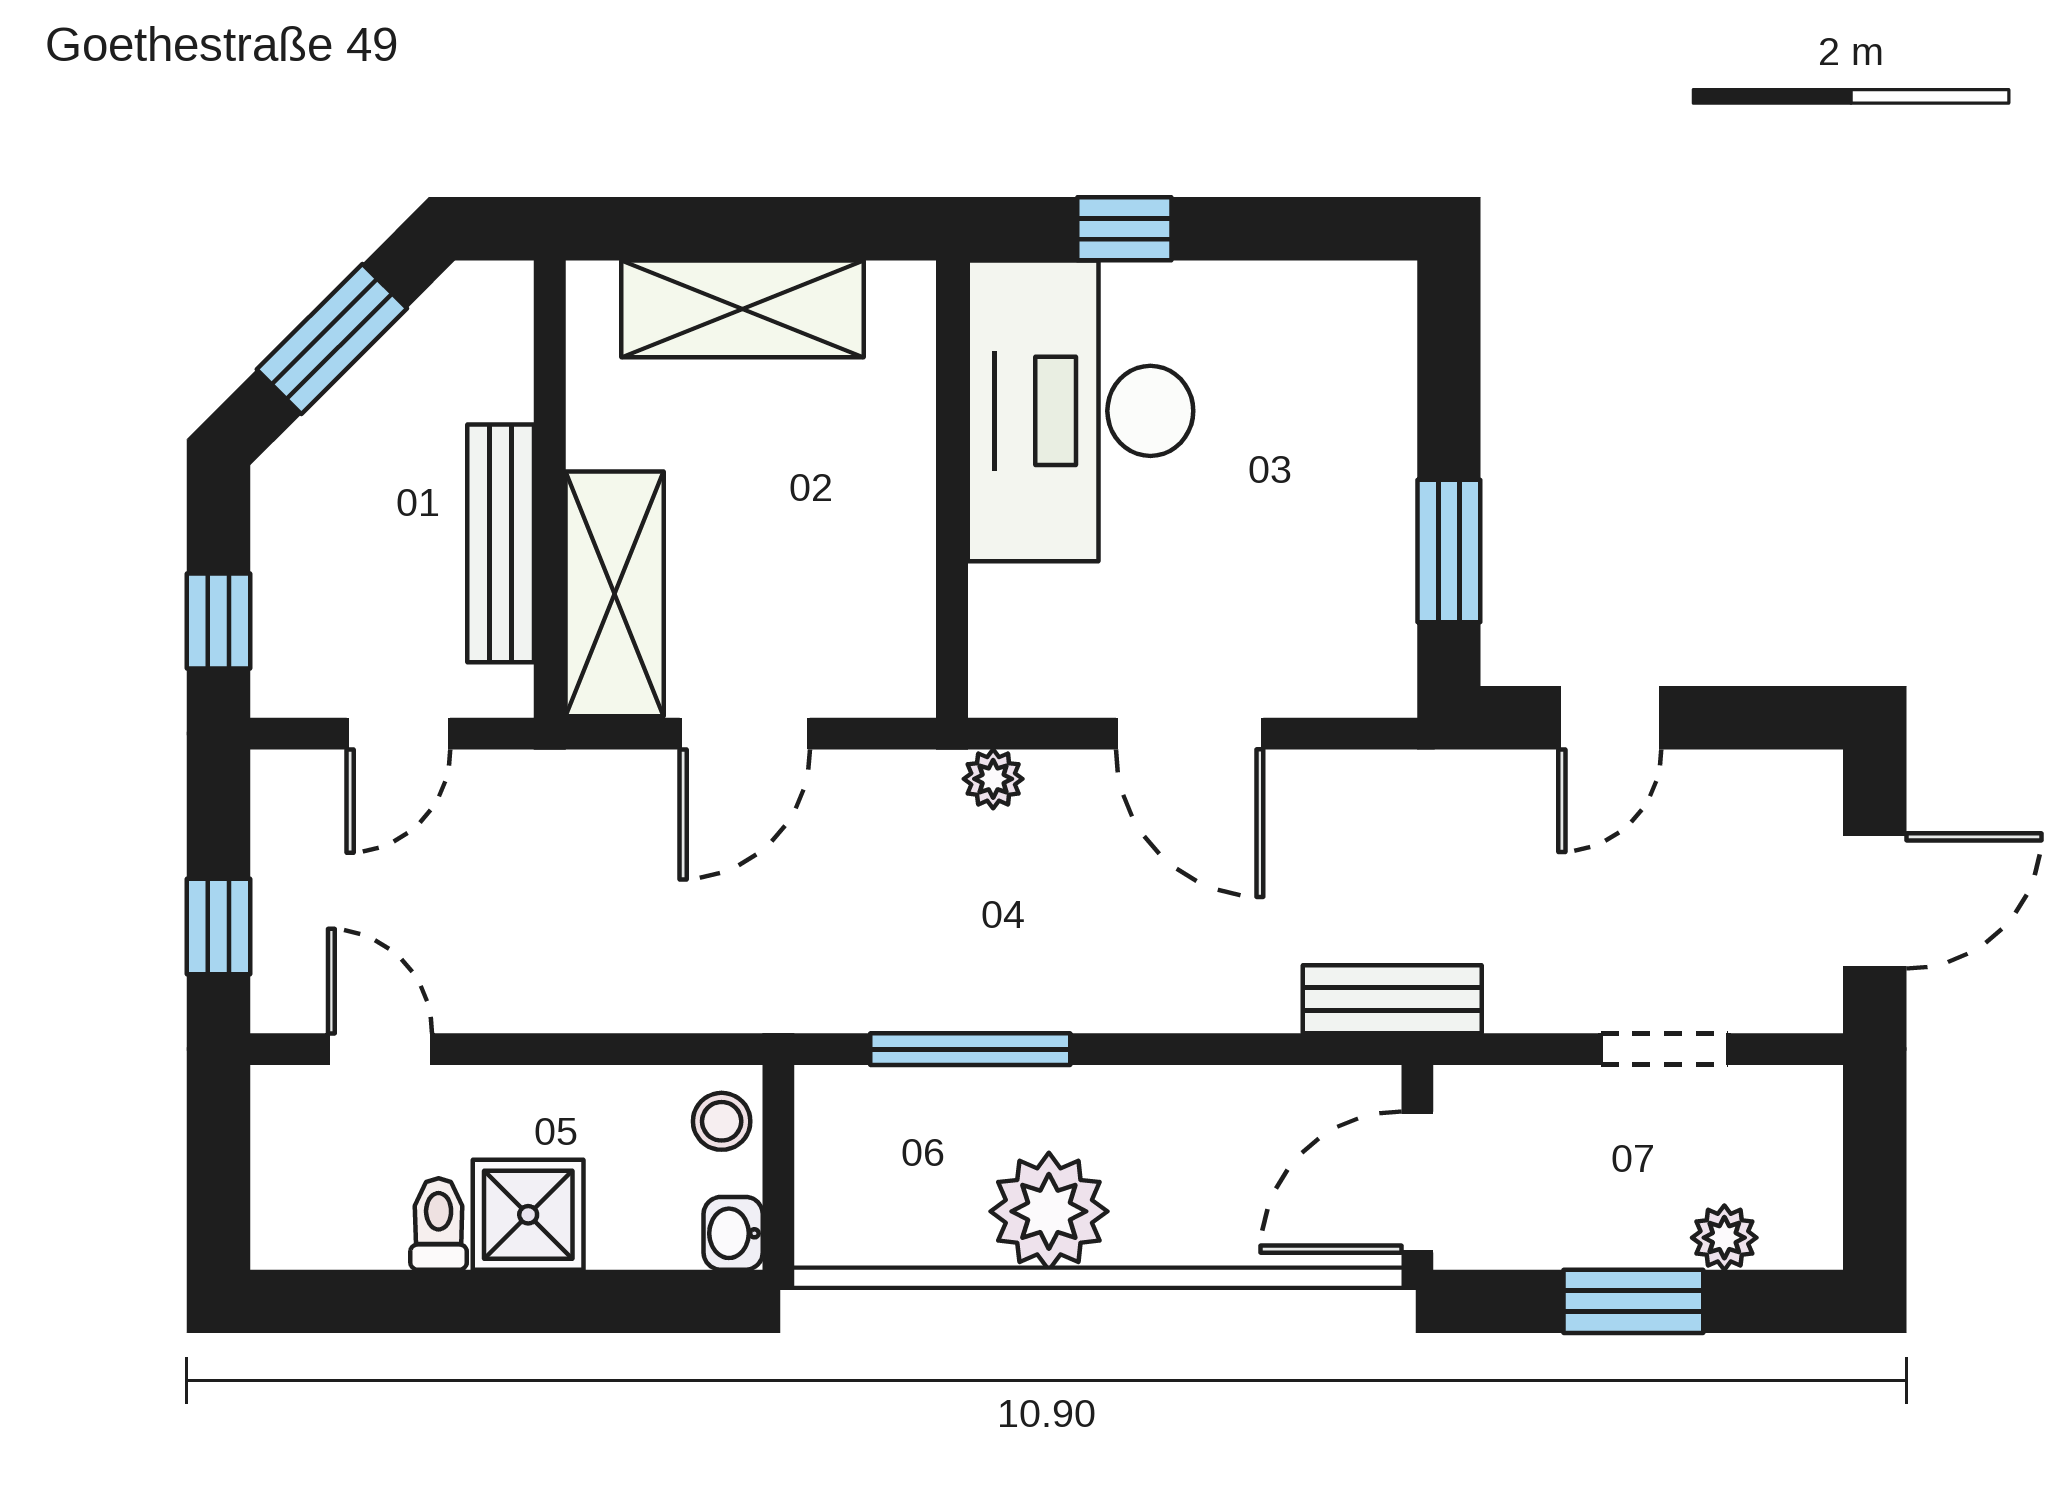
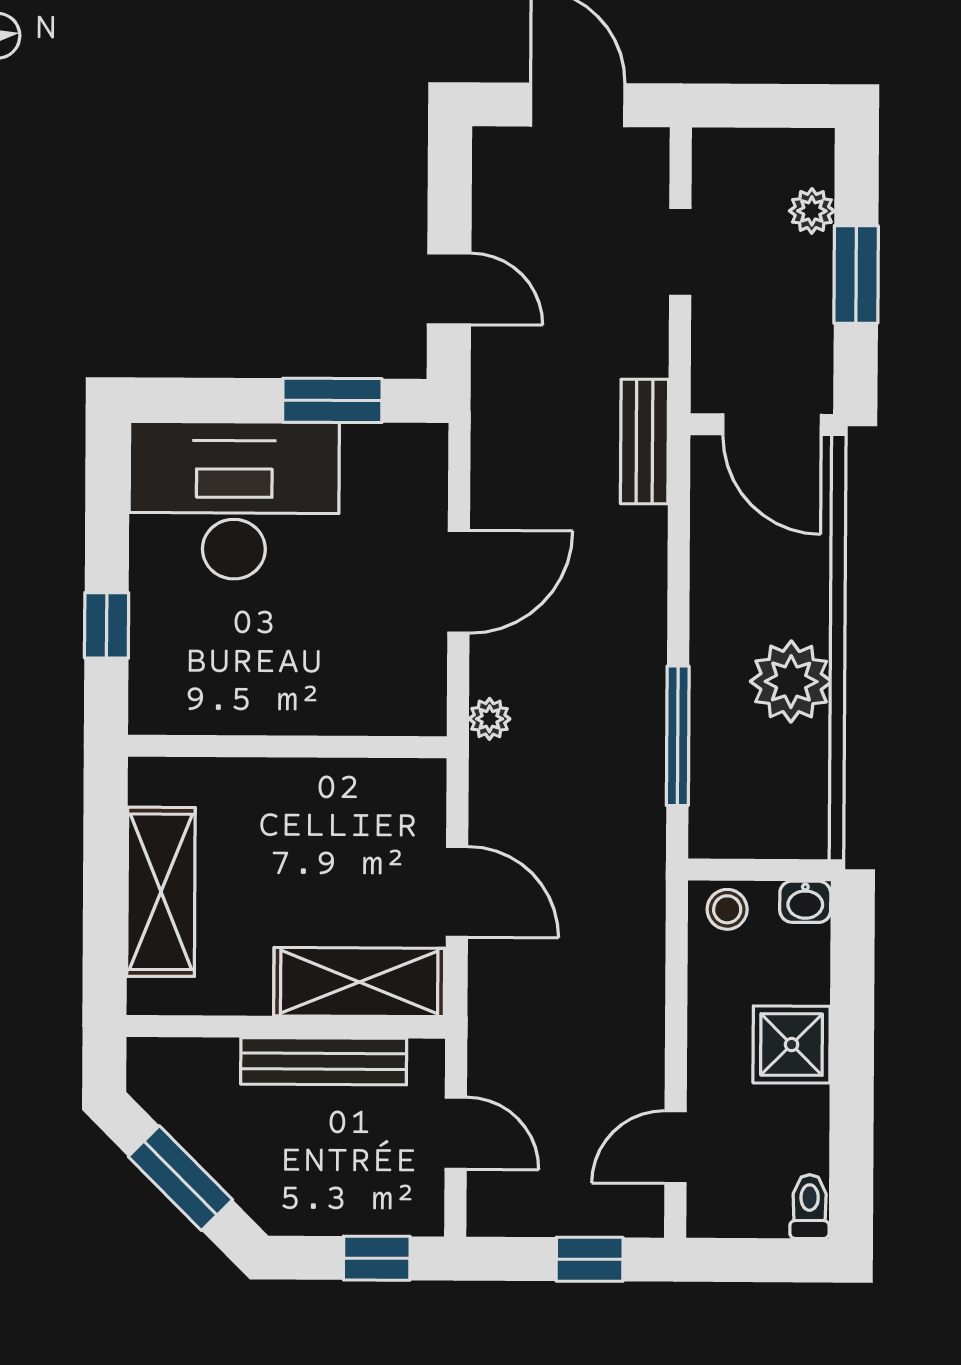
desk: (1080, 411) -> (234, 500), moved, turned 180
toilet: (439, 1224) -> (810, 1207), moved, turned 90

